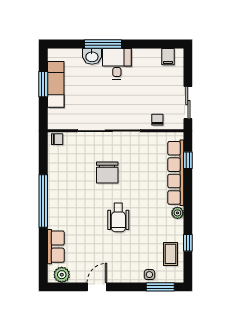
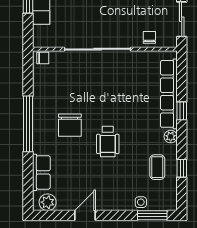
window: (188, 160) -> (182, 111), moved
chair: (107, 173) -> (70, 125), moved
coffee table: (170, 254) -> (157, 167), moved

